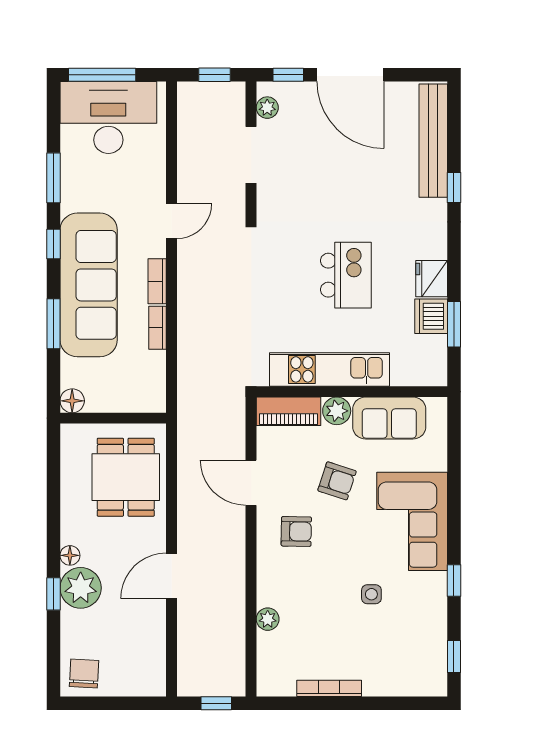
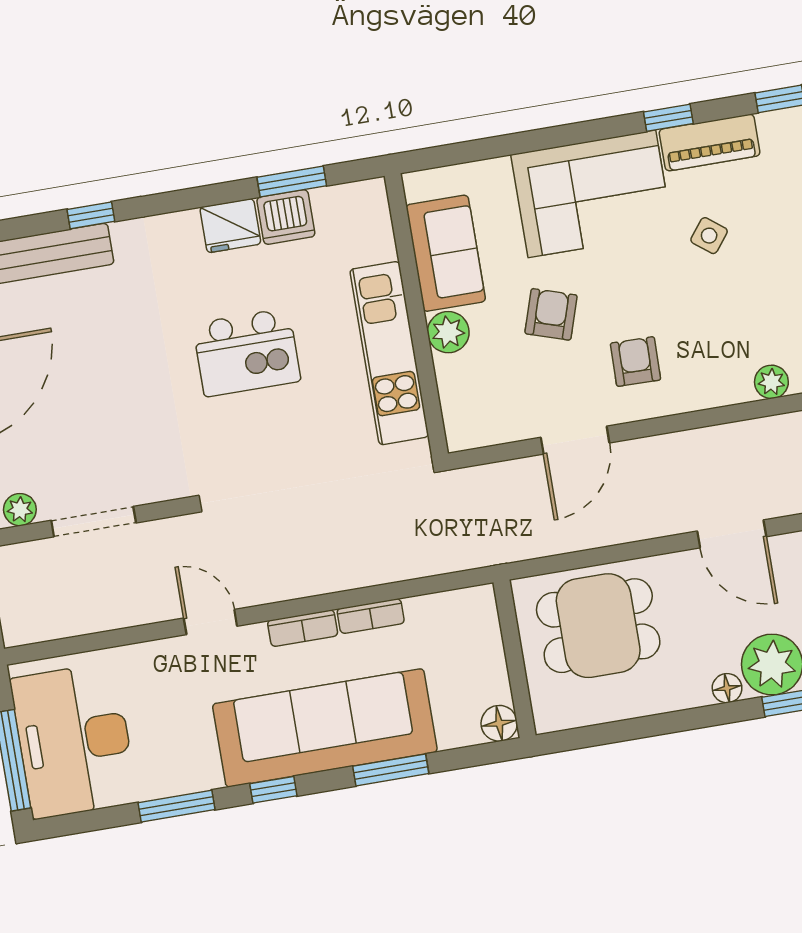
kitchen island: (346, 275) -> (247, 352), turned 180
piano: (289, 411) -> (710, 143), moved, turned 90
side table: (371, 594) -> (709, 236), turned 38

